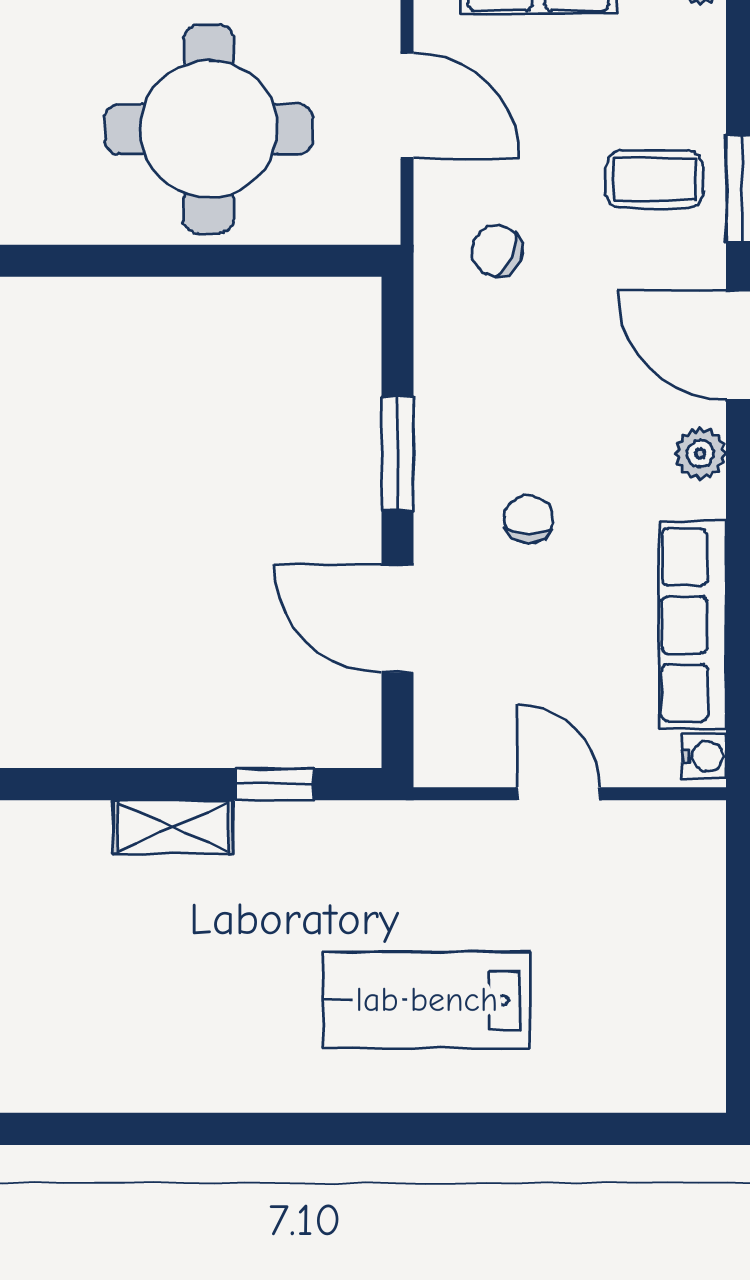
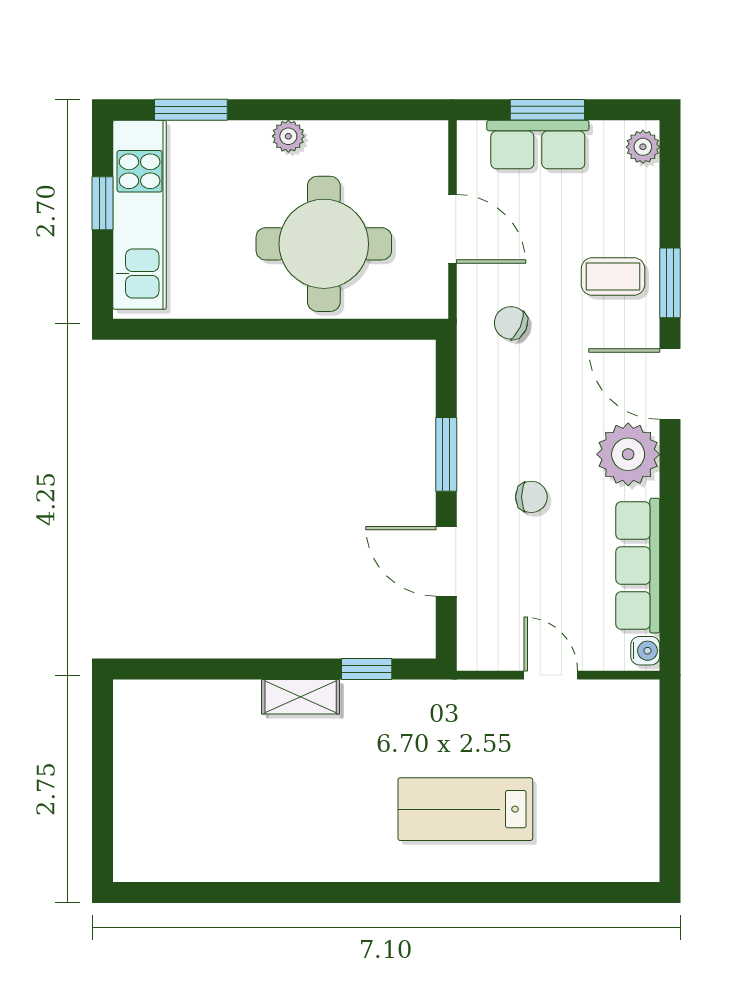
plant: (700, 453) -> (628, 454), width x1.88, depth x1.88
chair: (529, 519) -> (531, 497), turned 90

